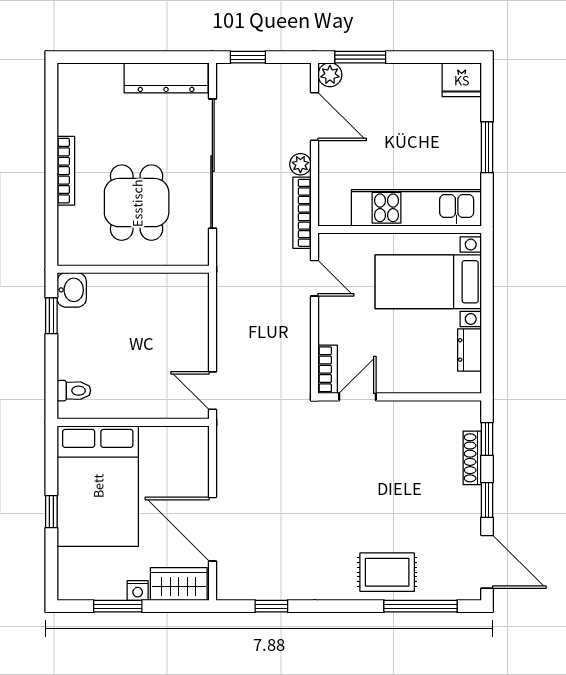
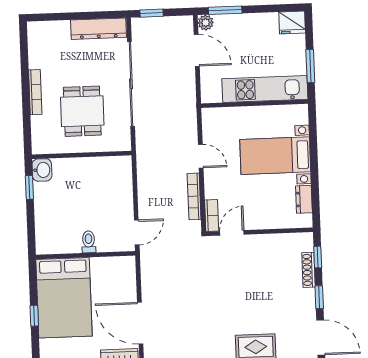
plant: (300, 164) -> (189, 82), removed
kitchen unit: (416, 208) -> (265, 89), moved
bookcase: (302, 213) -> (194, 196), moved
wall: (400, 230) -> (255, 104), moved
toilet: (74, 391) -> (89, 242), moved, turned -90
door: (212, 391) -> (137, 232), swing flipped

